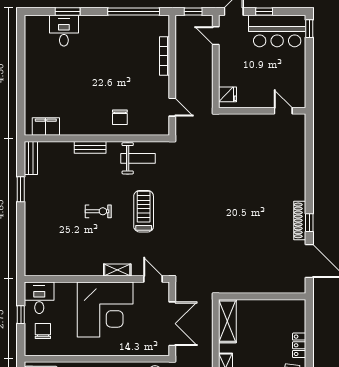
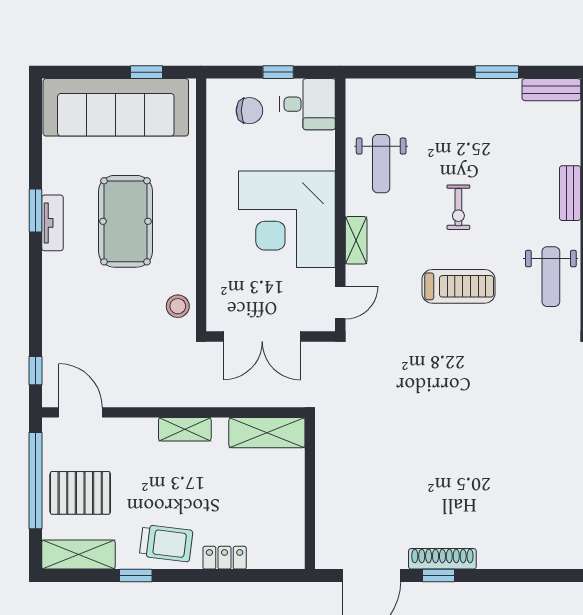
weight bench: (73, 256) -> (381, 164), added

